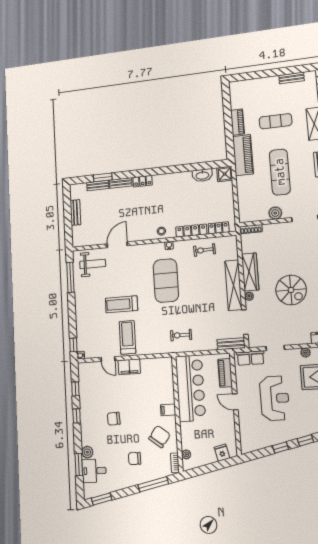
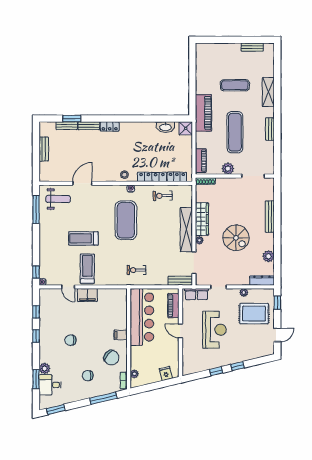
piano: (237, 122) -> (201, 161), moved
chair: (159, 437) -> (111, 358), turned 94

